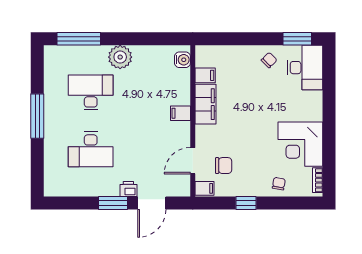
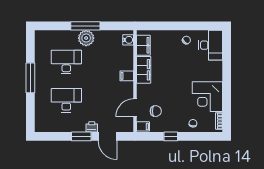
window: (79, 39) -> (85, 26), moved
window: (297, 39) -> (205, 26), removed
filing cabinet: (205, 75) -> (143, 45), width x2.00
desk: (91, 149) -> (66, 100), turned 180
door: (152, 203) -> (107, 136), hinge flipped

